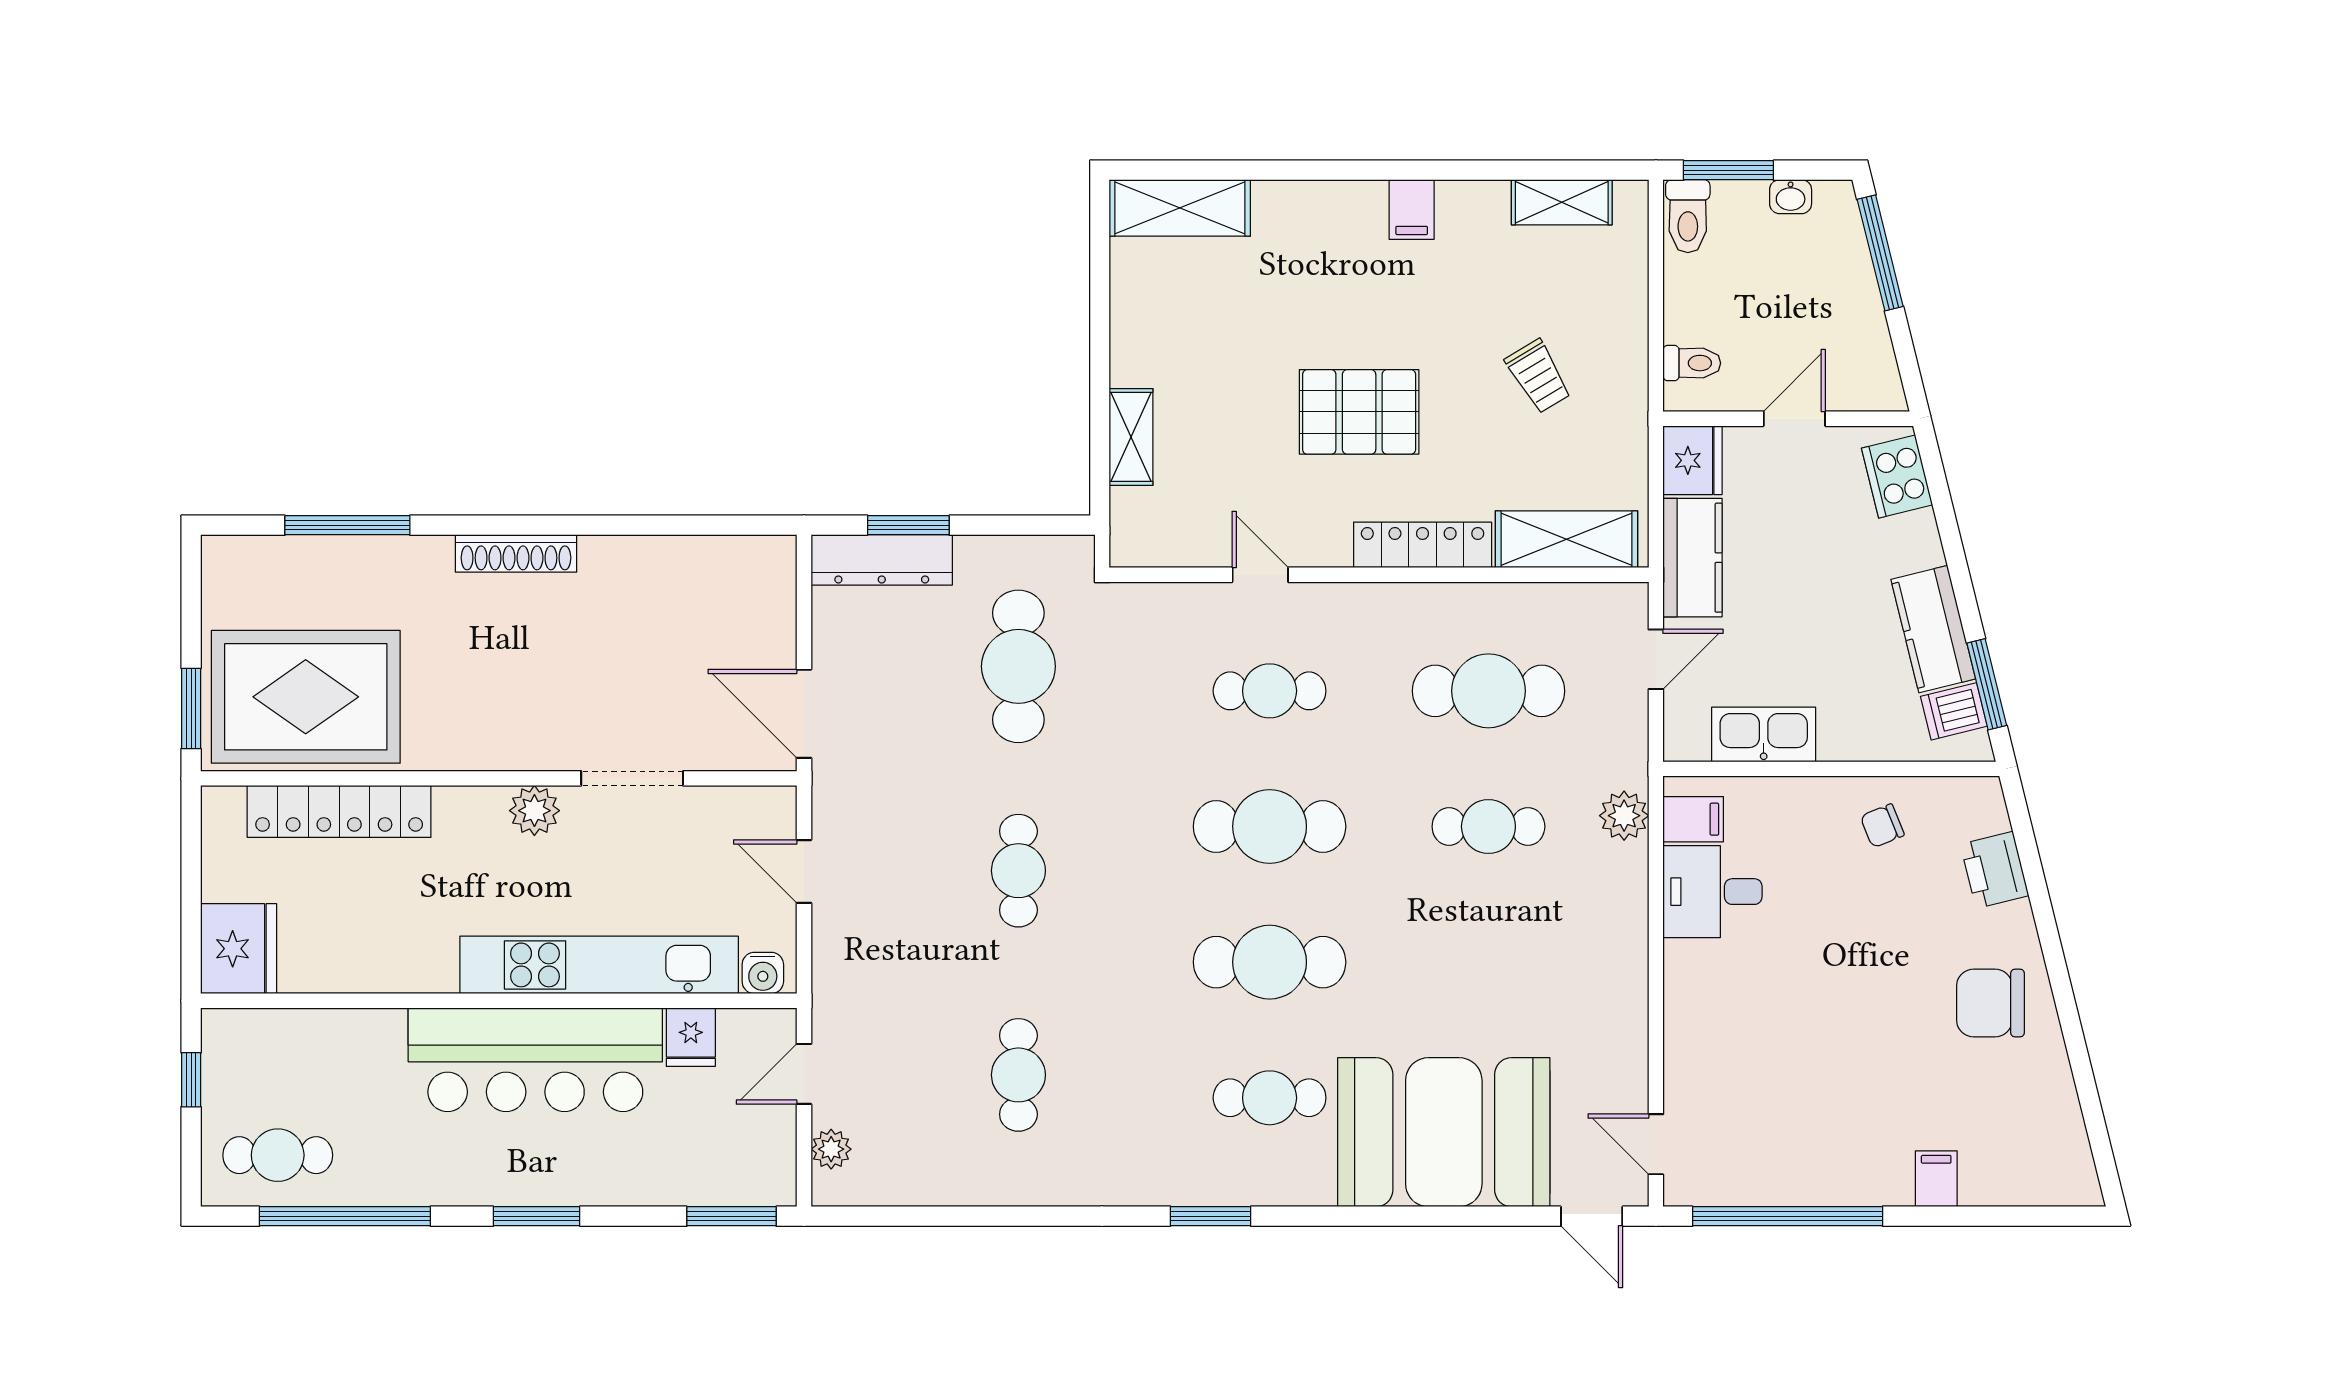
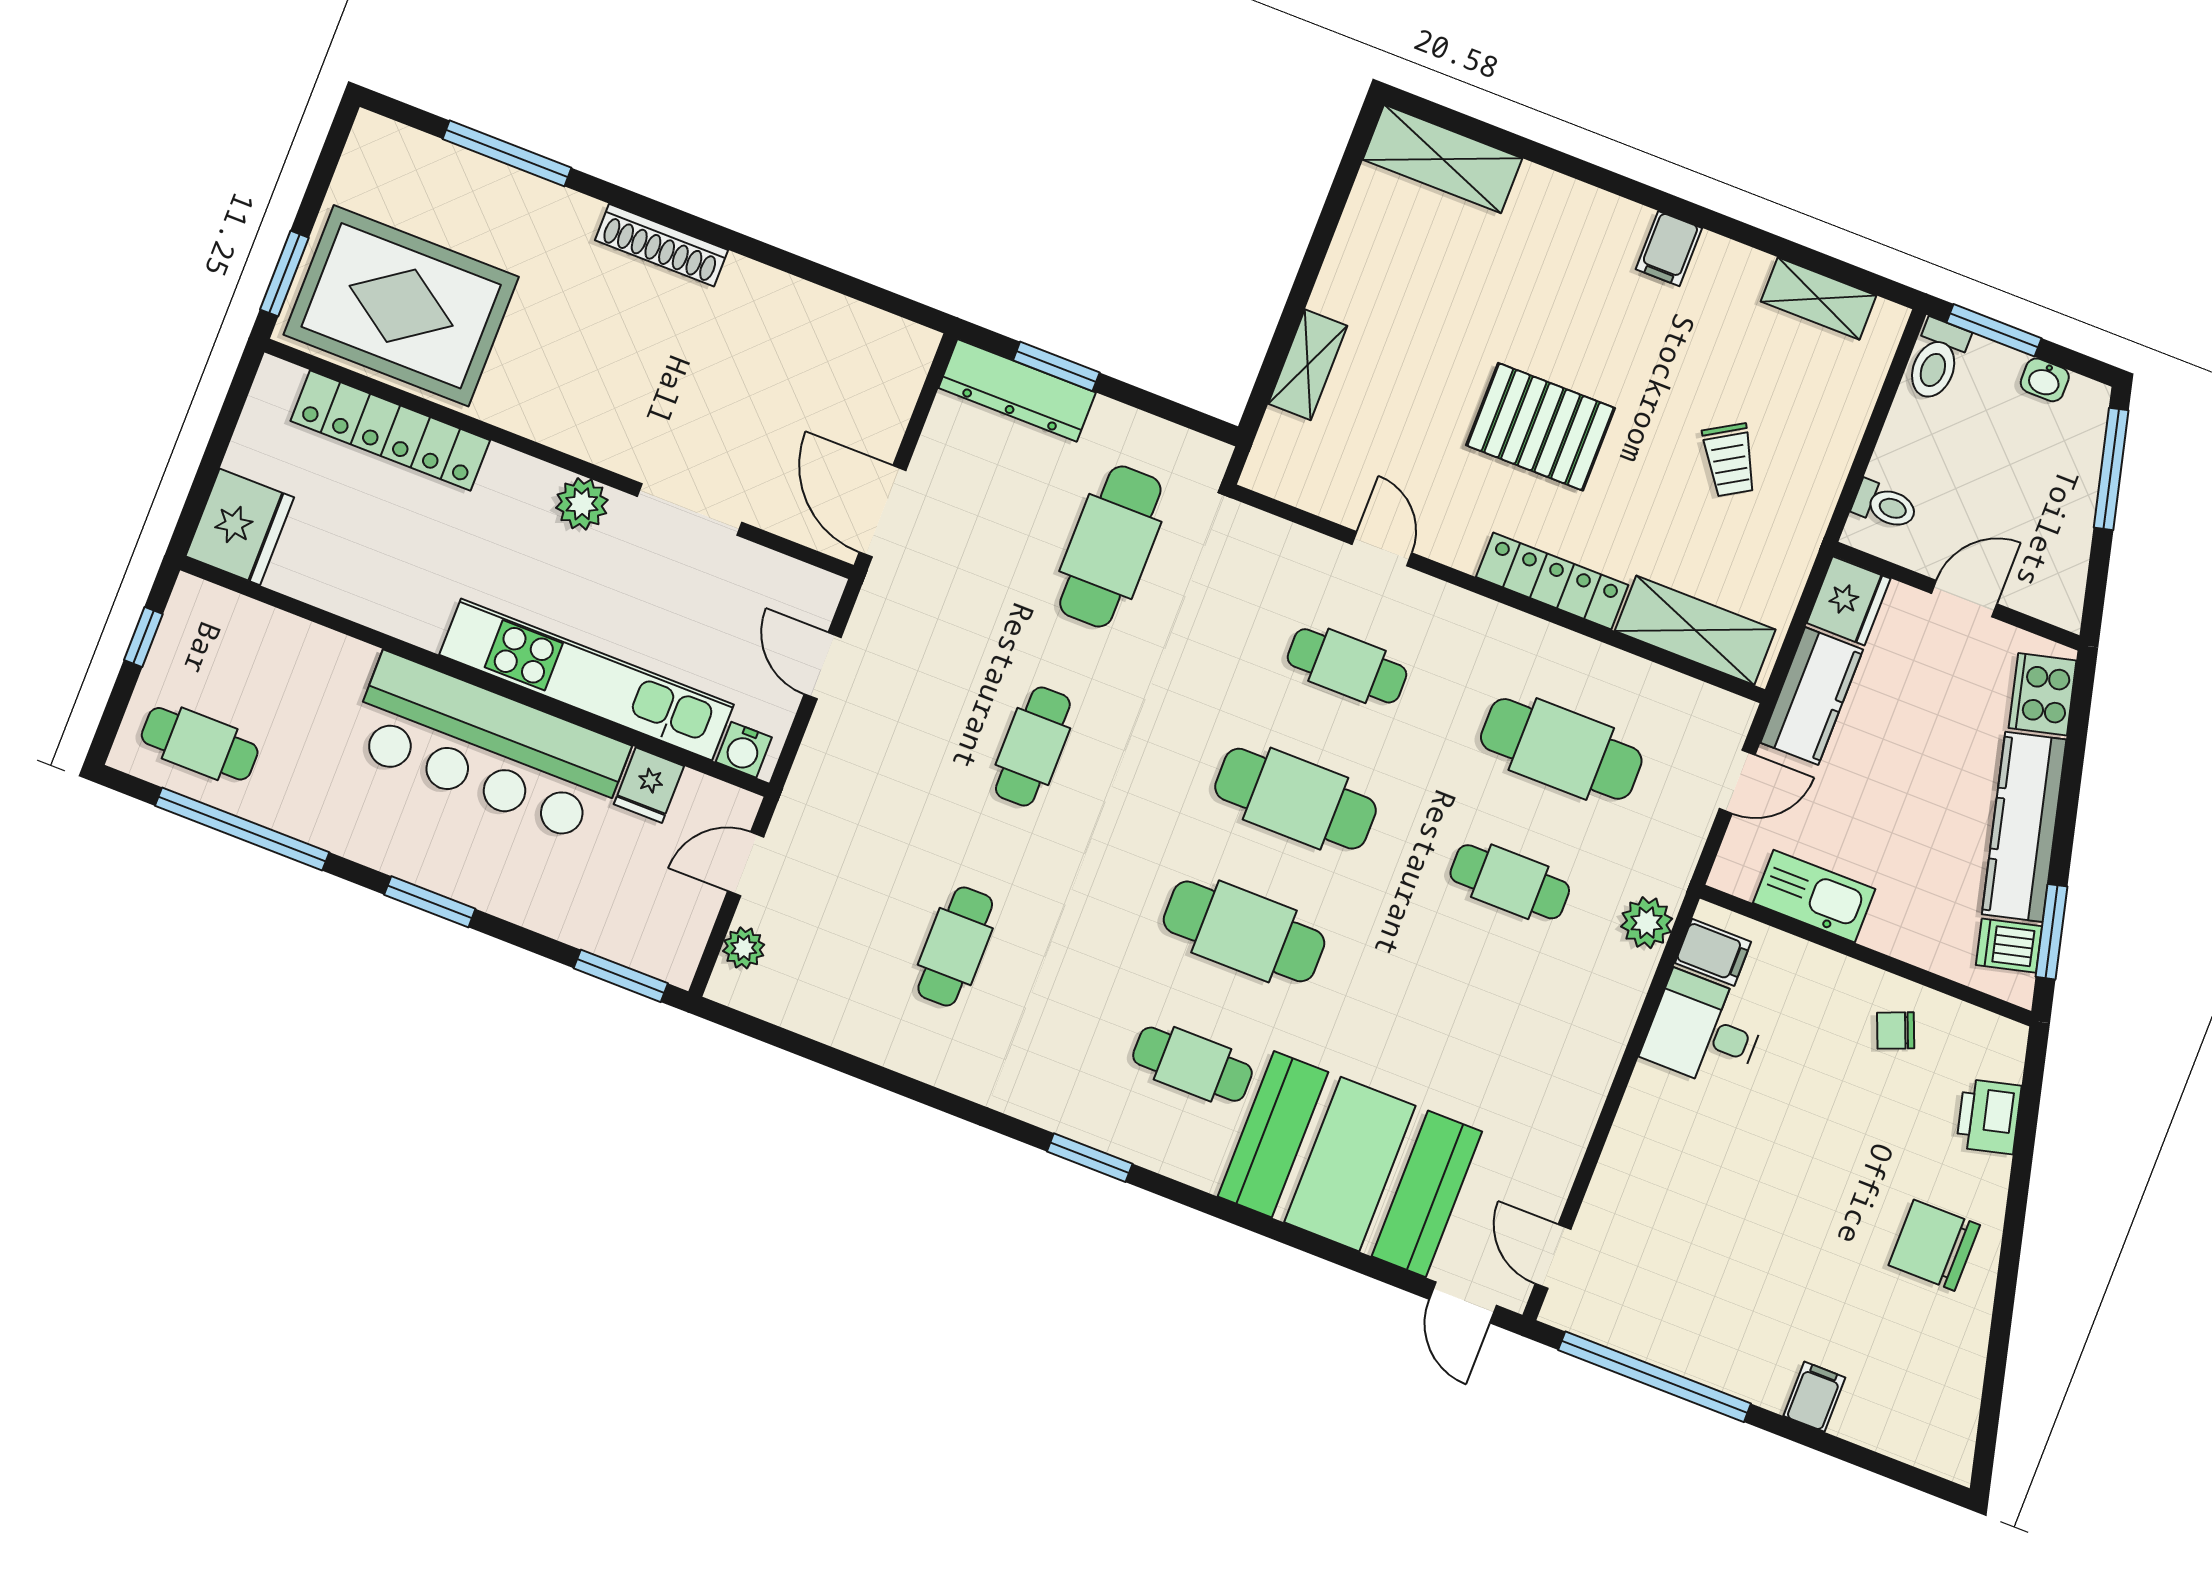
kitchen counter: (1933, 629) -> (2024, 827), width x1.50

